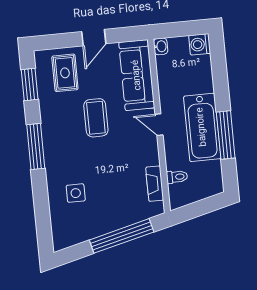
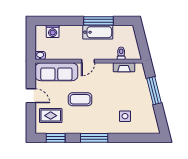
washing machine: (200, 44) -> (53, 31), moved
bathtub: (202, 127) -> (98, 32), width x0.73, depth x0.73
window: (122, 236) -> (154, 91), width x0.68

